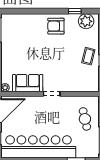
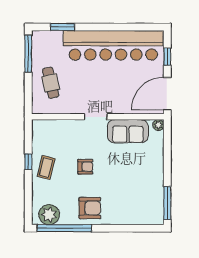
window: (75, 11) -> (64, 228), width x3.17
armchair: (59, 57) -> (85, 167), added

